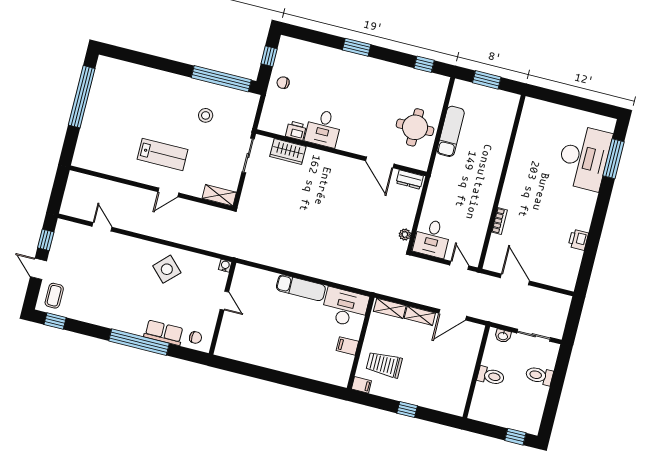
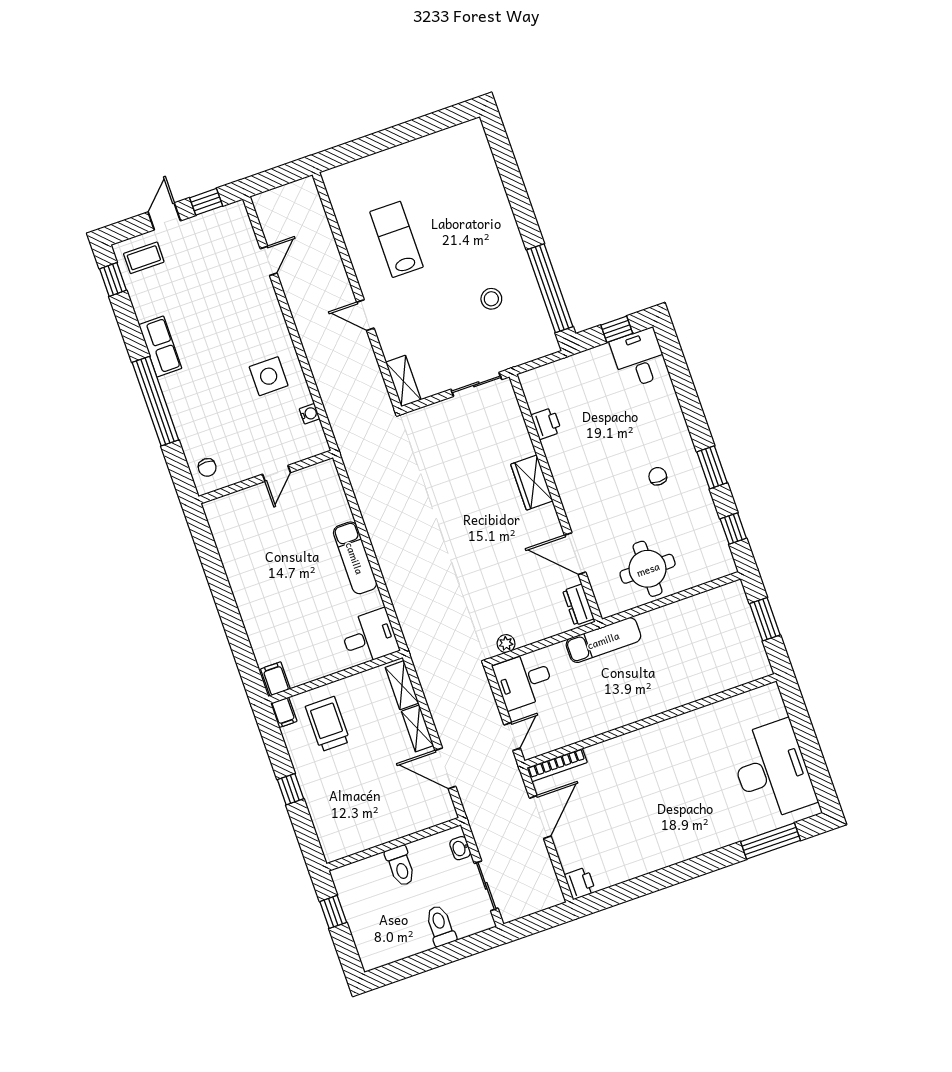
window: (357, 47) -> (712, 467), moved
chair: (283, 83) -> (658, 476), moved
window: (82, 97) -> (413, 130), removed
desk: (323, 128) -> (639, 358), moved, turned 90
exam couch: (451, 131) -> (603, 640), moved
wardrobe: (288, 152) -> (532, 483), moved
lab bench: (162, 154) -> (396, 239), moved, turned 180
desk: (584, 158) -> (772, 770), moved, turned -90
door: (380, 162) -> (575, 554), hinge flipped
bookcase: (499, 221) -> (557, 765), moved, width x1.56
printer: (578, 240) -> (580, 883), moved, turned 90
water cooler: (225, 266) -> (309, 414), moved
side table: (167, 269) -> (269, 376), turned 45
desk: (345, 307) -> (369, 637), width x0.73
row of seats: (164, 333) -> (160, 347), moved
filing cabinet: (347, 346) -> (275, 679), moved
window: (515, 437) -> (333, 912), moved

